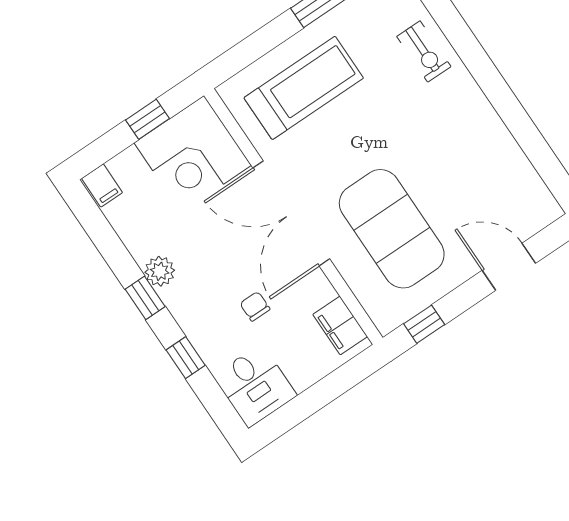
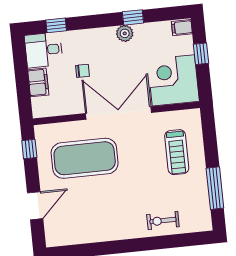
treadmill: (304, 88) -> (177, 152), width x0.73, depth x0.73
window: (147, 119) -> (201, 54), moved
window: (145, 298) -> (133, 17), moved
filing cabinet: (340, 326) -> (38, 82), moved, turned 90
window: (186, 358) -> (56, 25), moved

